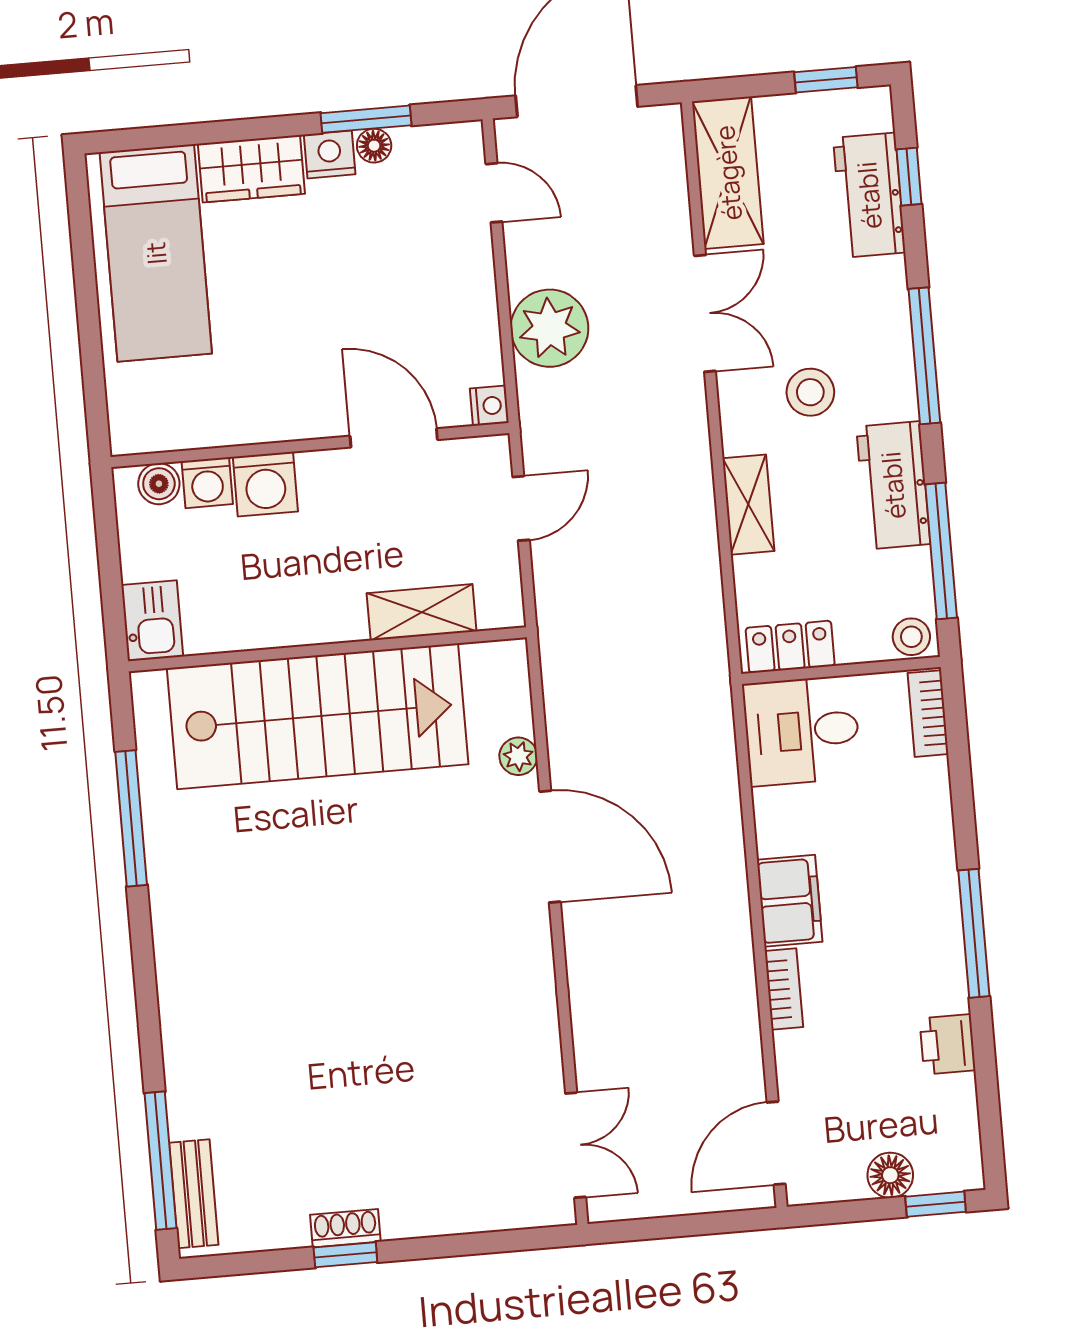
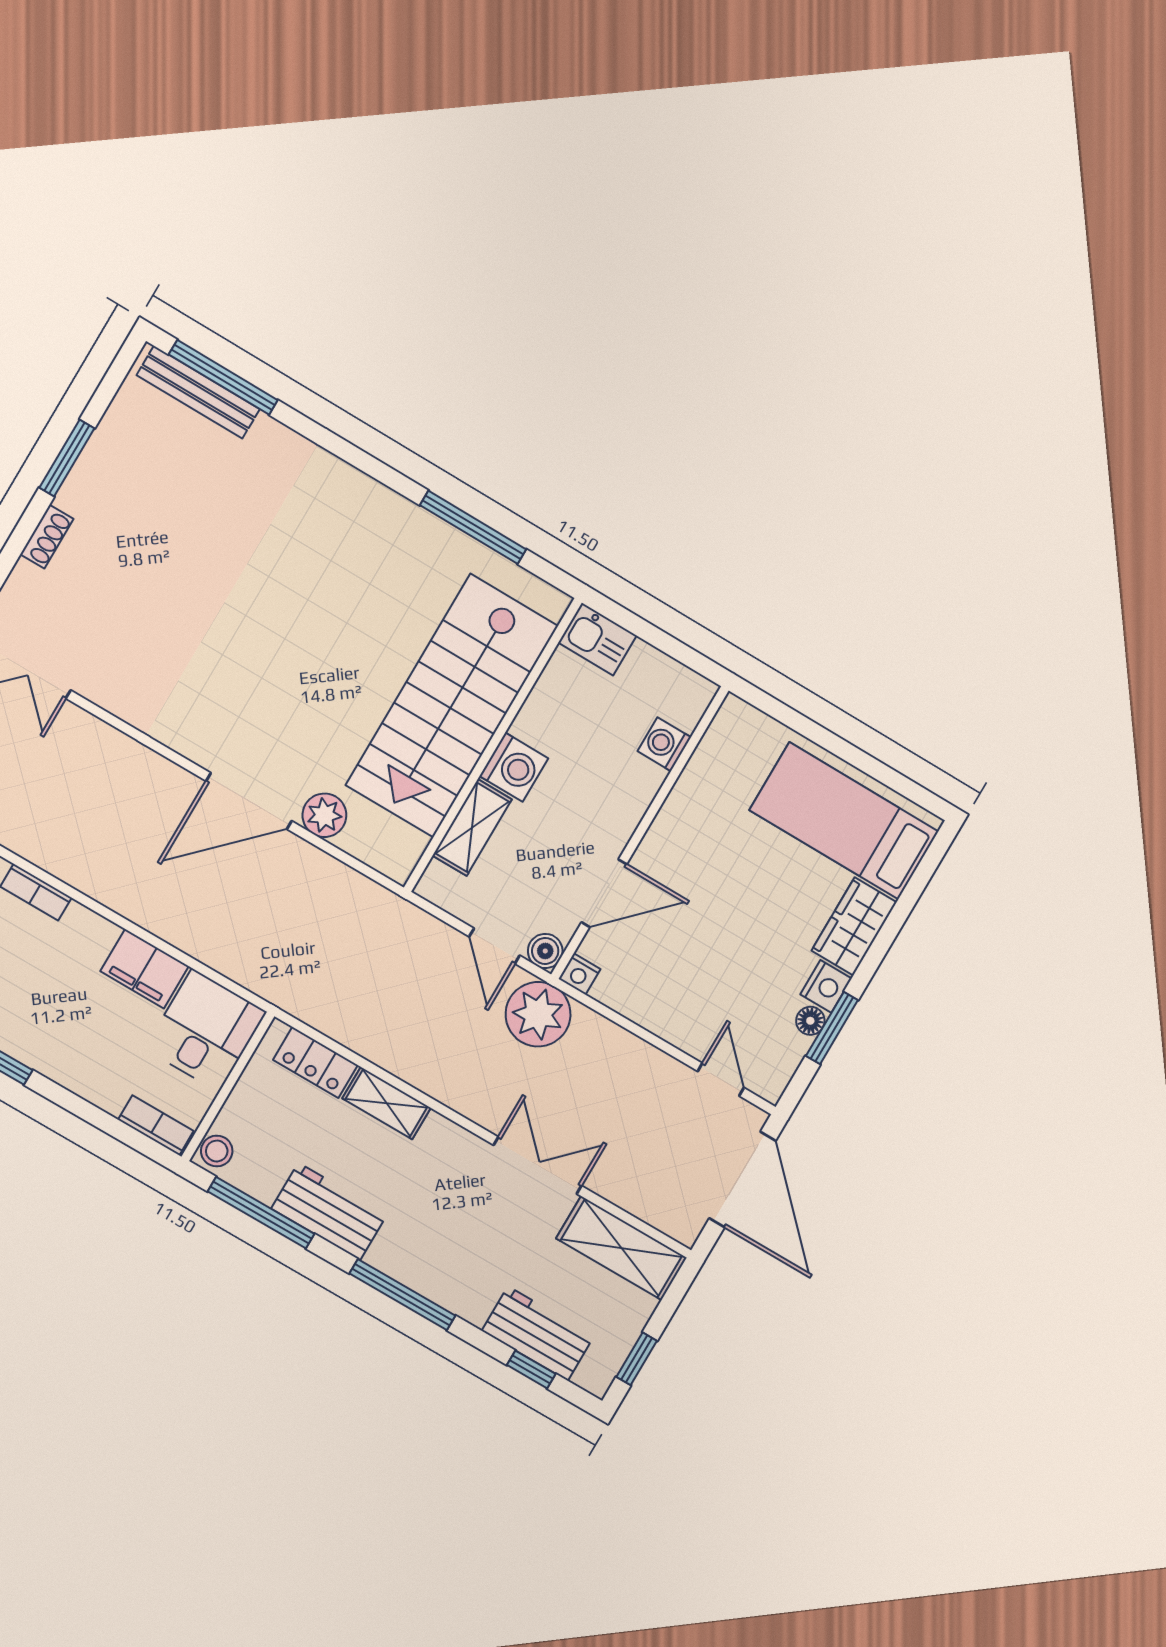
door: (494, 193) -> (721, 1080), swing flipped
double door: (705, 313) -> (537, 1165), swing flipped
plant: (549, 328) -> (538, 1014), moved
stool: (810, 392) -> (433, 1199), removed
boiler: (159, 484) -> (545, 951), moved
washing machine: (265, 484) -> (514, 767), moved, turned 180
locker: (790, 647) -> (315, 1062), moved, turned 90
plant: (518, 756) -> (324, 815), width x1.38, depth x1.38
filing cabinet: (790, 901) -> (145, 969), moved
bench: (194, 1194) -> (198, 392), width x1.36
shoe rack: (345, 1228) -> (47, 537), moved
window: (345, 1255) -> (67, 458), width x1.50

